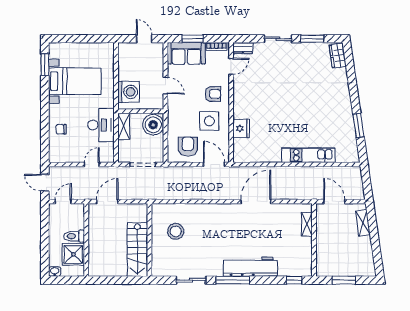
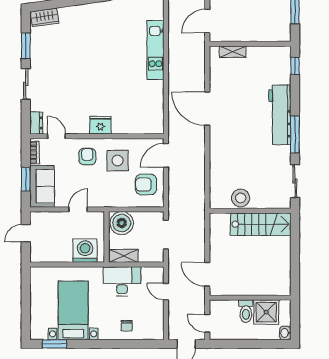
fridge: (241, 128) -> (100, 125), moved
wall: (149, 240) -> (250, 211), moved
stairs: (137, 249) -> (261, 224), moved

